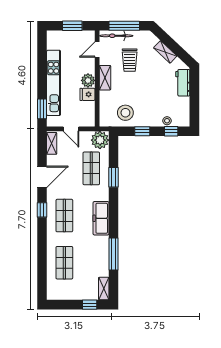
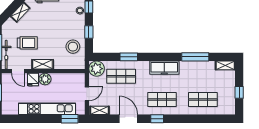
fridge: (87, 94) -> (33, 80), moved
window: (90, 305) -> (239, 92), moved

